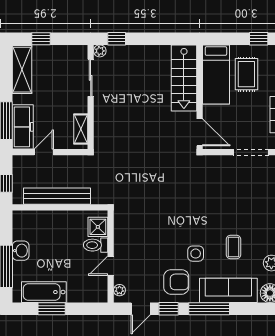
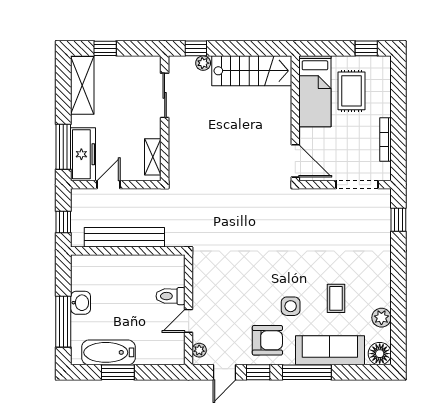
plant: (100, 51) -> (203, 63), moved
stairs: (184, 78) -> (252, 71), moved, turned -90
shower: (98, 227) -> (173, 274), removed

